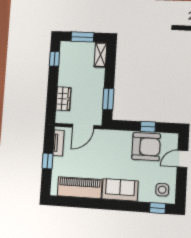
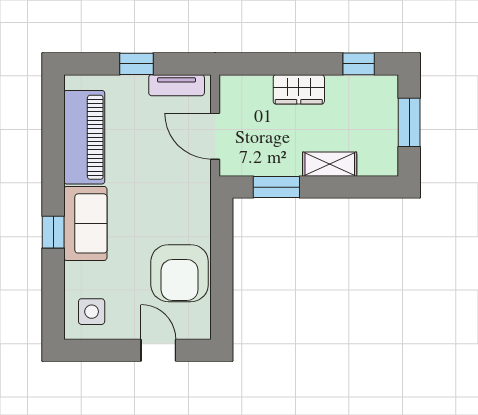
shelving: (100, 55) -> (330, 164), moved
wardrobe: (63, 99) -> (299, 89), moved
window: (148, 127) -> (222, 274), removed
window: (158, 208) -> (53, 232), moved

